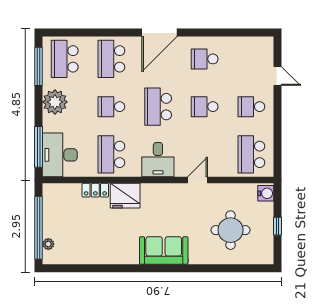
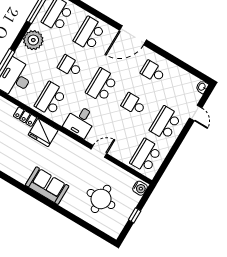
washbasin: (268, 44) -> (202, 87), added
school desk: (251, 107) -> (165, 123), width x1.85

